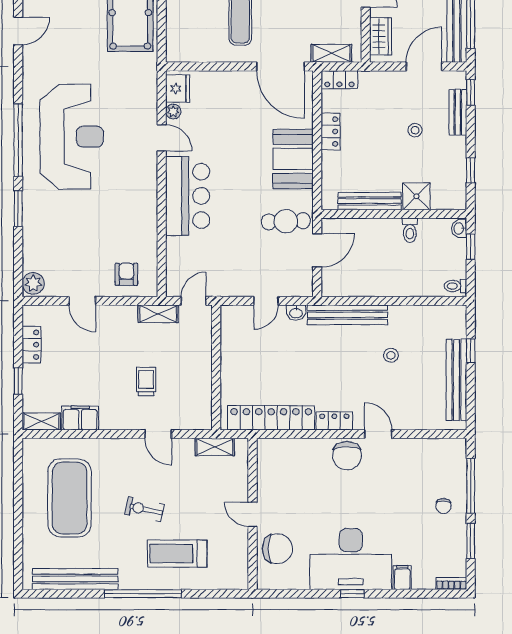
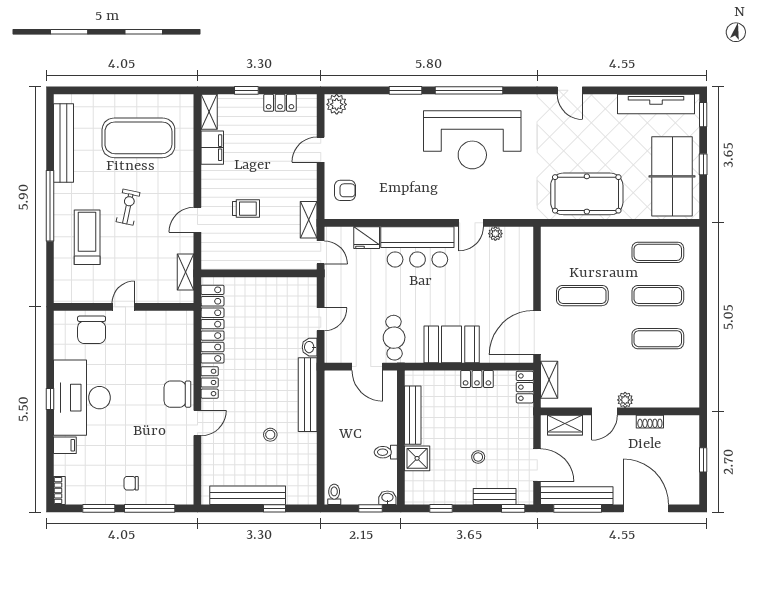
fridge: (178, 89) -> (367, 238), moved
door: (266, 301) -> (321, 319), swing flipped

